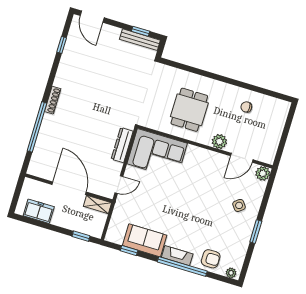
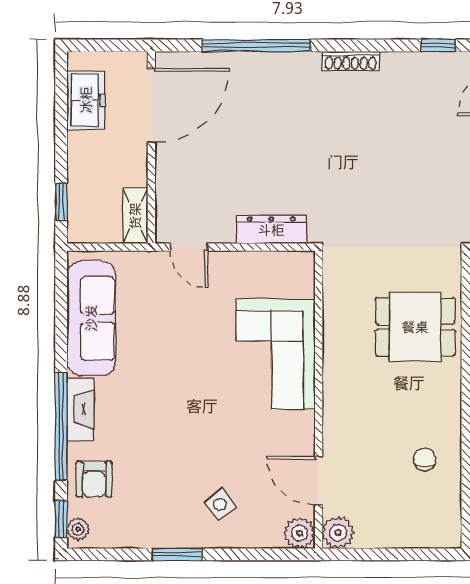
shoe rack: (53, 100) -> (351, 61), moved
dining table: (189, 110) -> (415, 327), moved
plant: (219, 142) -> (338, 533), moved
corner sofa: (157, 154) -> (276, 354), moved
door: (69, 188) -> (151, 105), moved
sofa: (145, 240) -> (91, 318), width x1.36
window: (129, 251) -> (61, 519), moved

